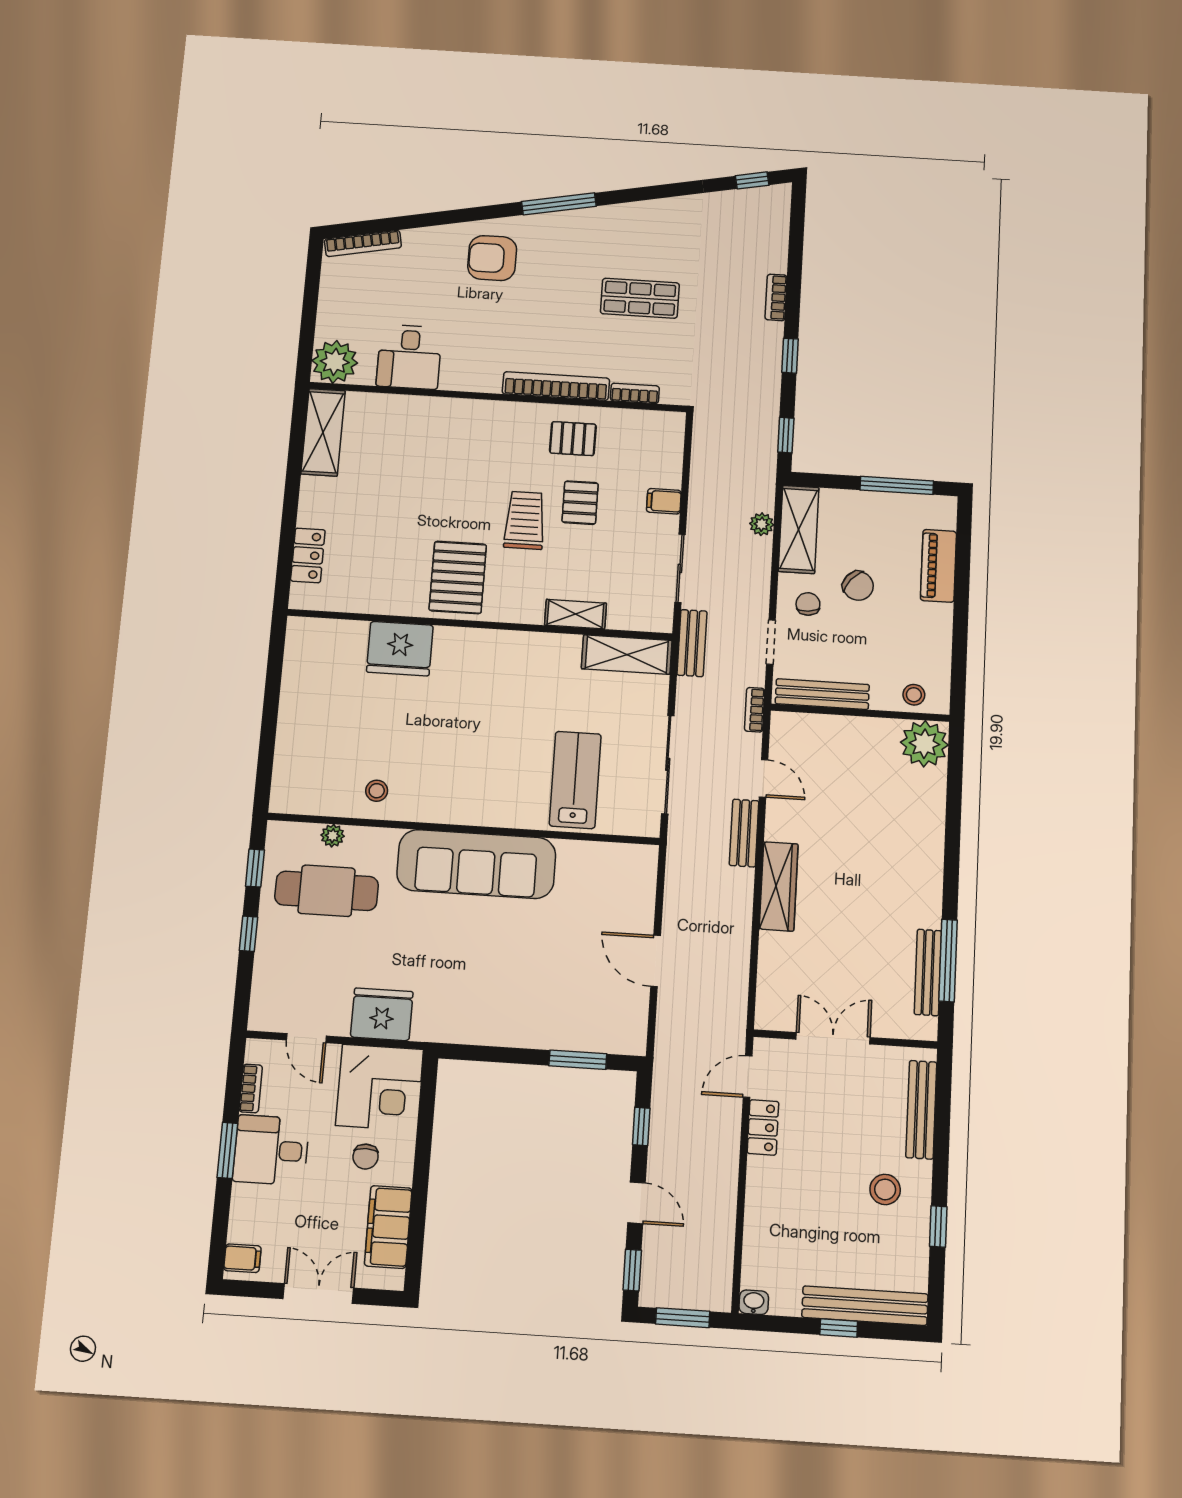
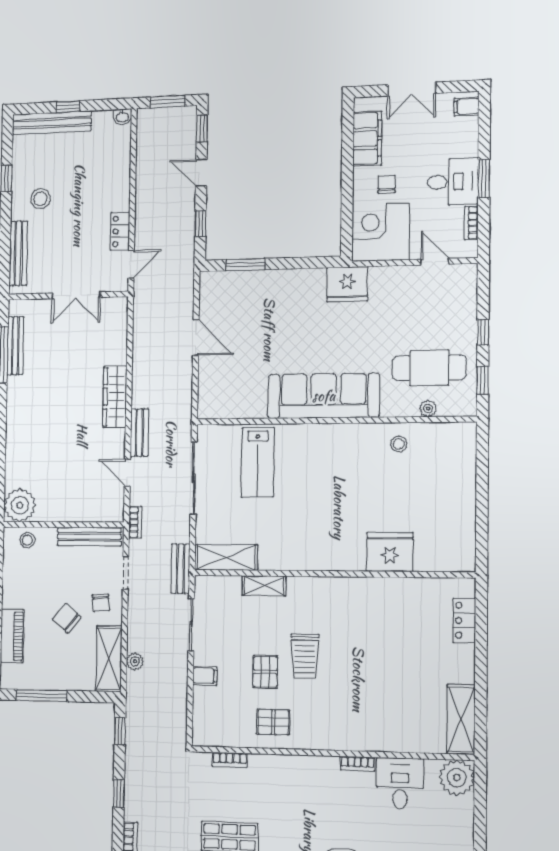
bookcase: (556, 386) -> (358, 764), moved, width x0.43, depth x0.76
pallet: (458, 577) -> (351, 609), removed
fridge: (382, 1014) -> (347, 284), moved

